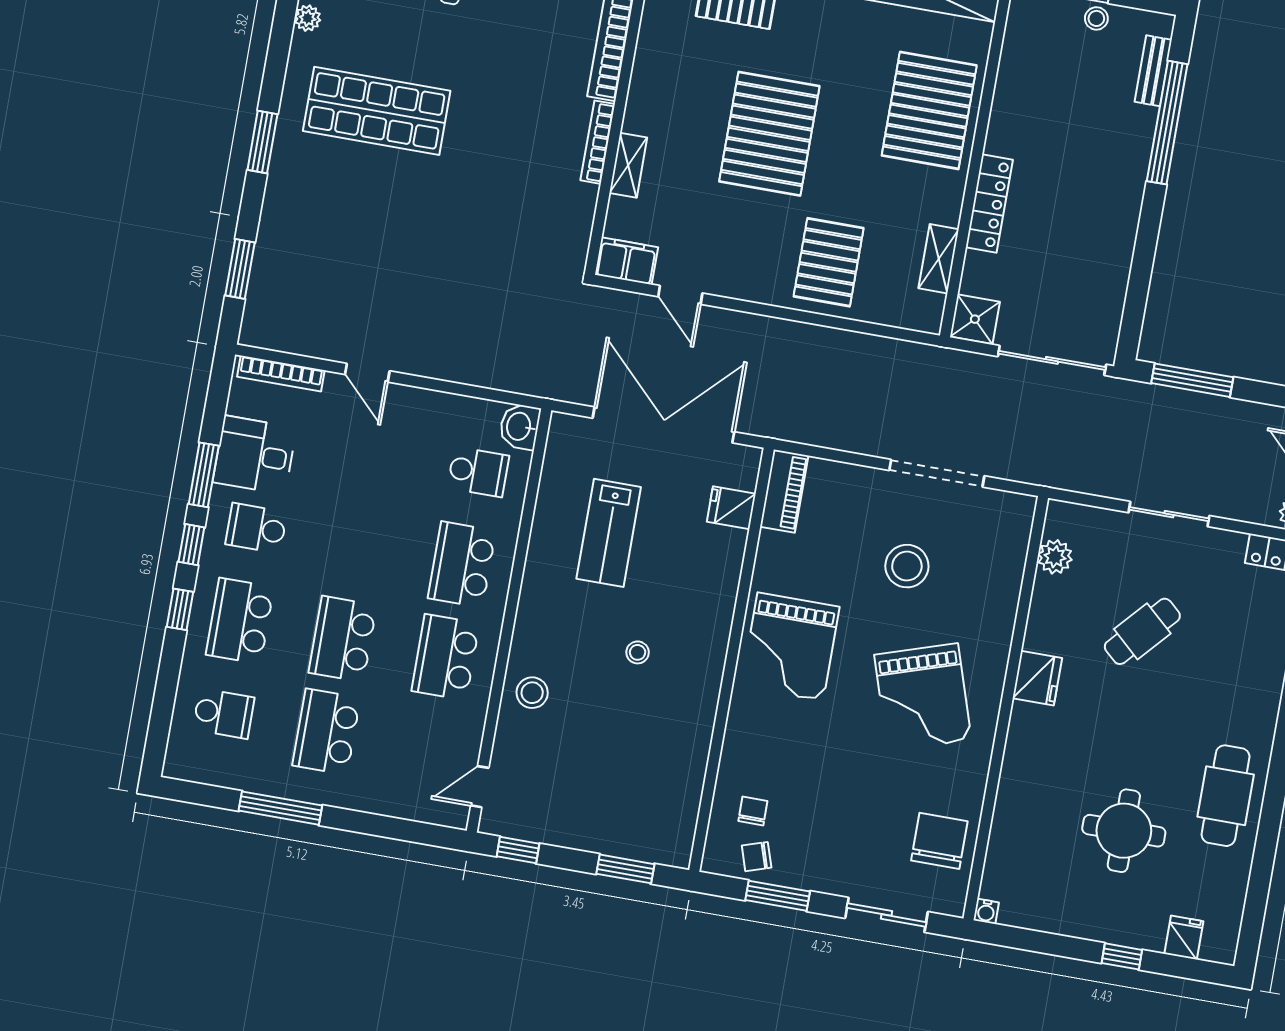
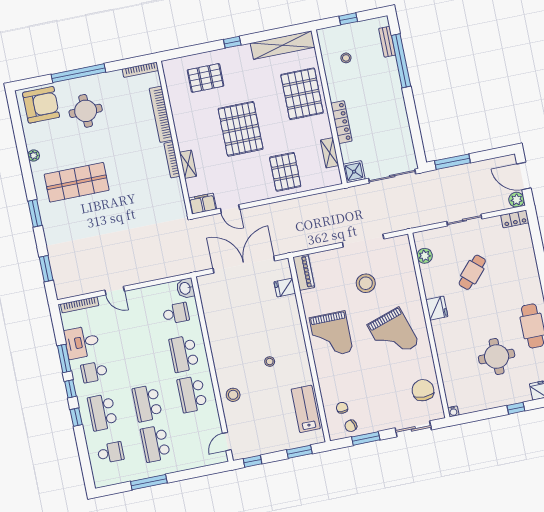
stool: (1096, 18) -> (346, 58), moved
lab bench: (609, 533) -> (306, 409), moved, turned 180

